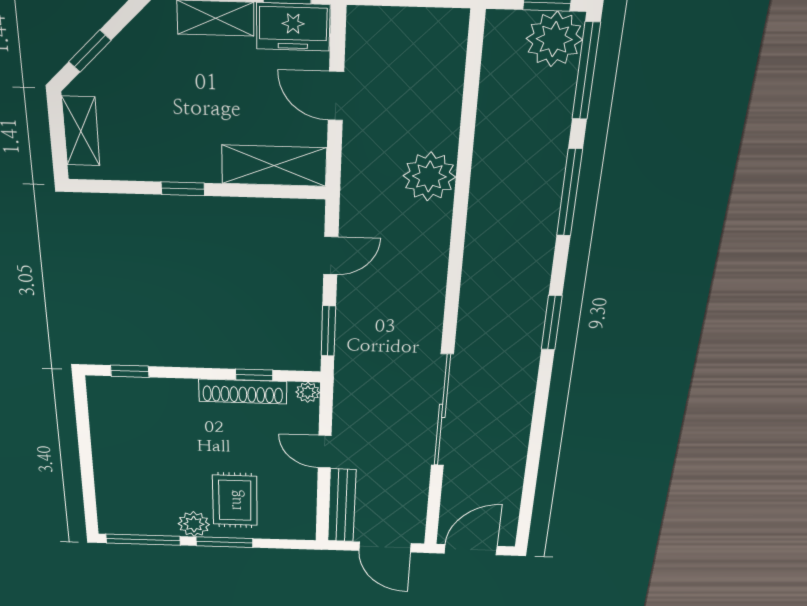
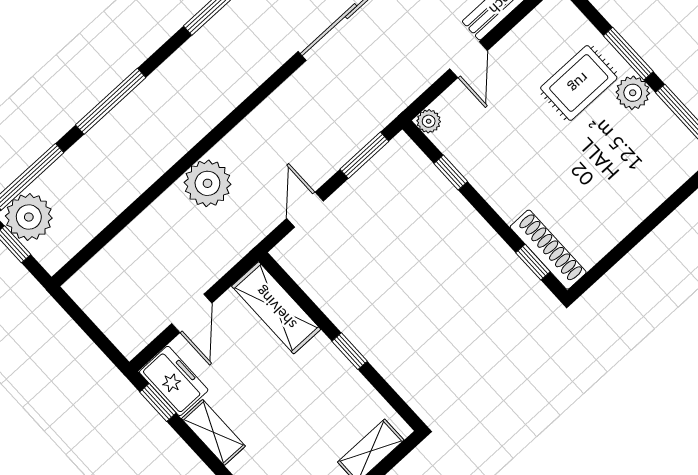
plant: (429, 176) -> (207, 183), moved
door: (331, 256) -> (305, 210), hinge flipped
shoe rack: (243, 391) -> (548, 250), moved

